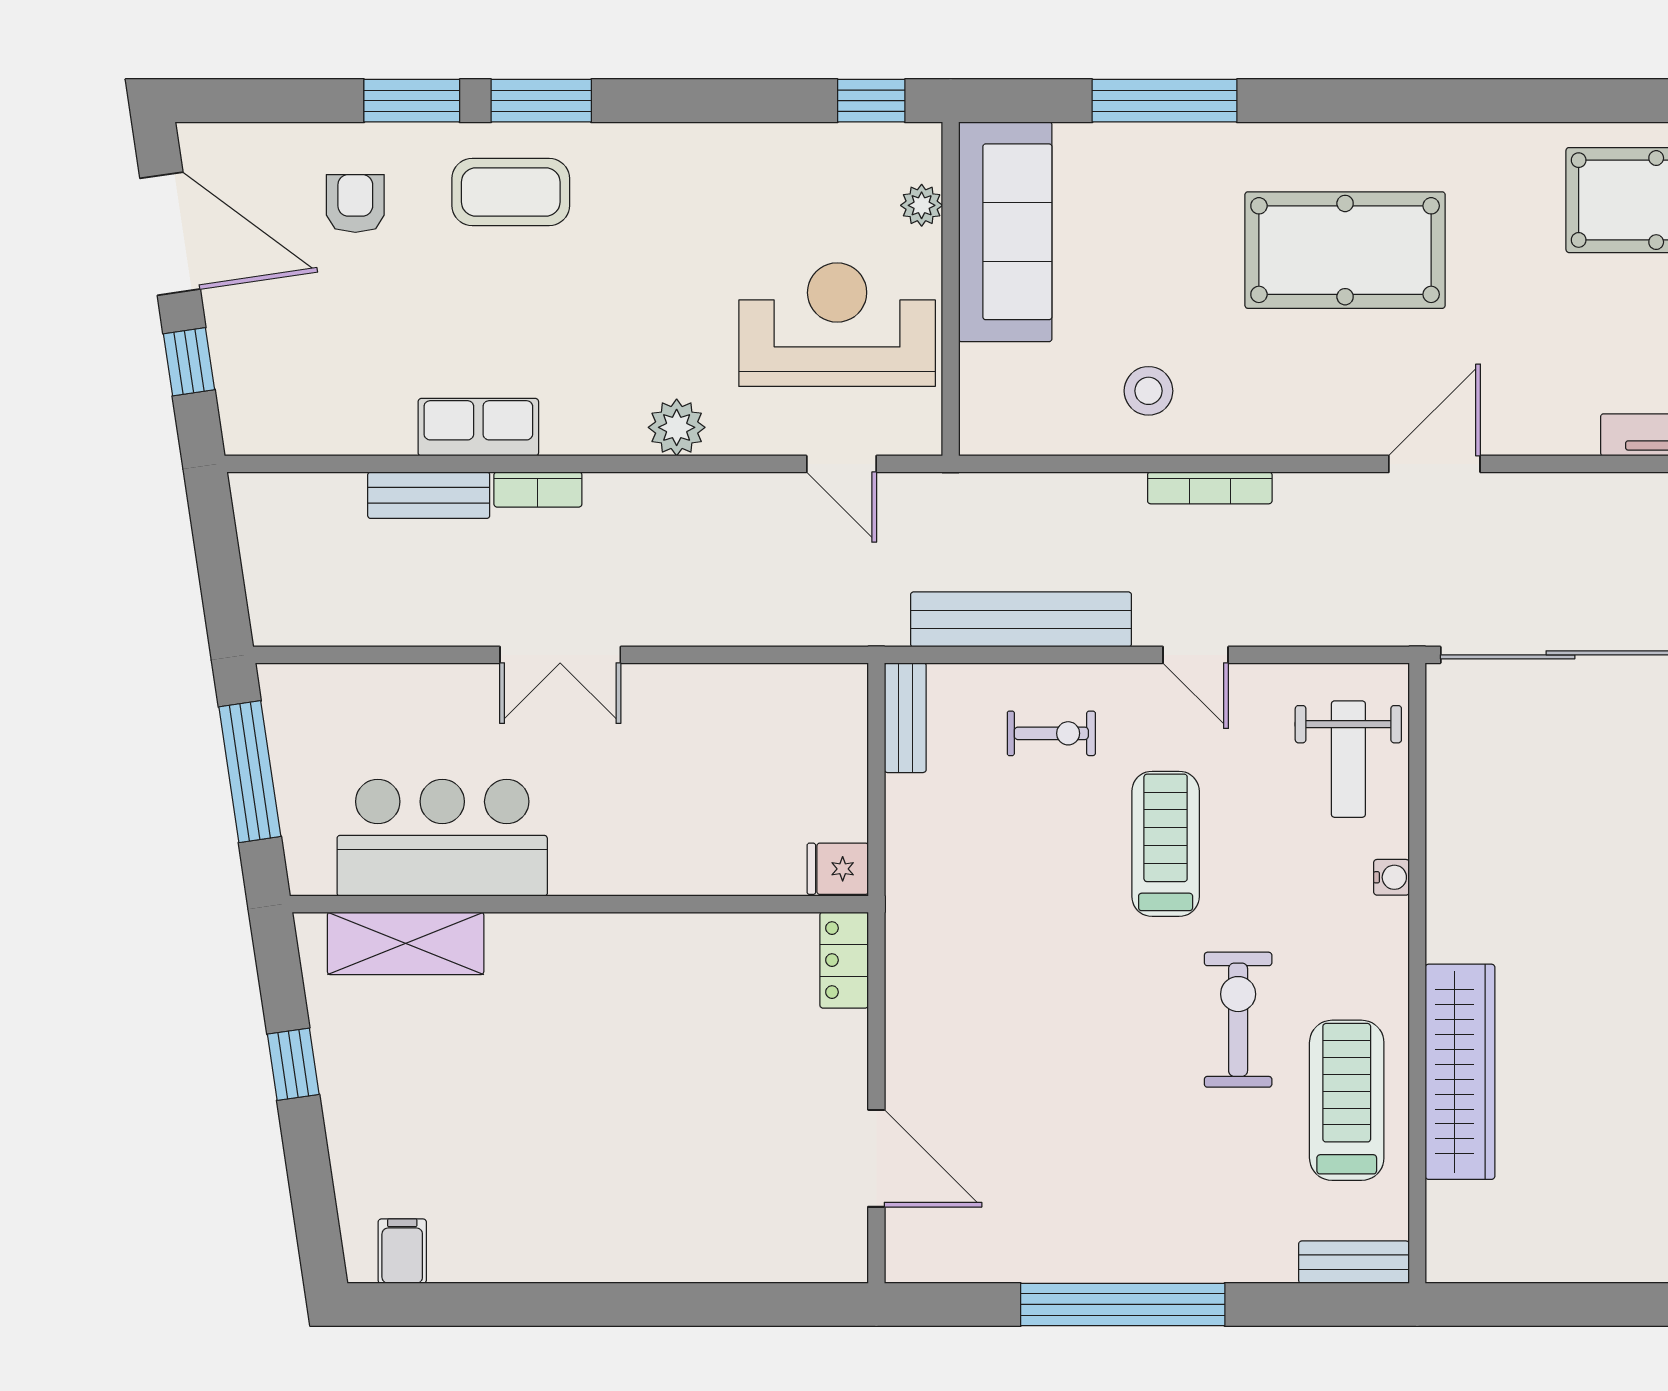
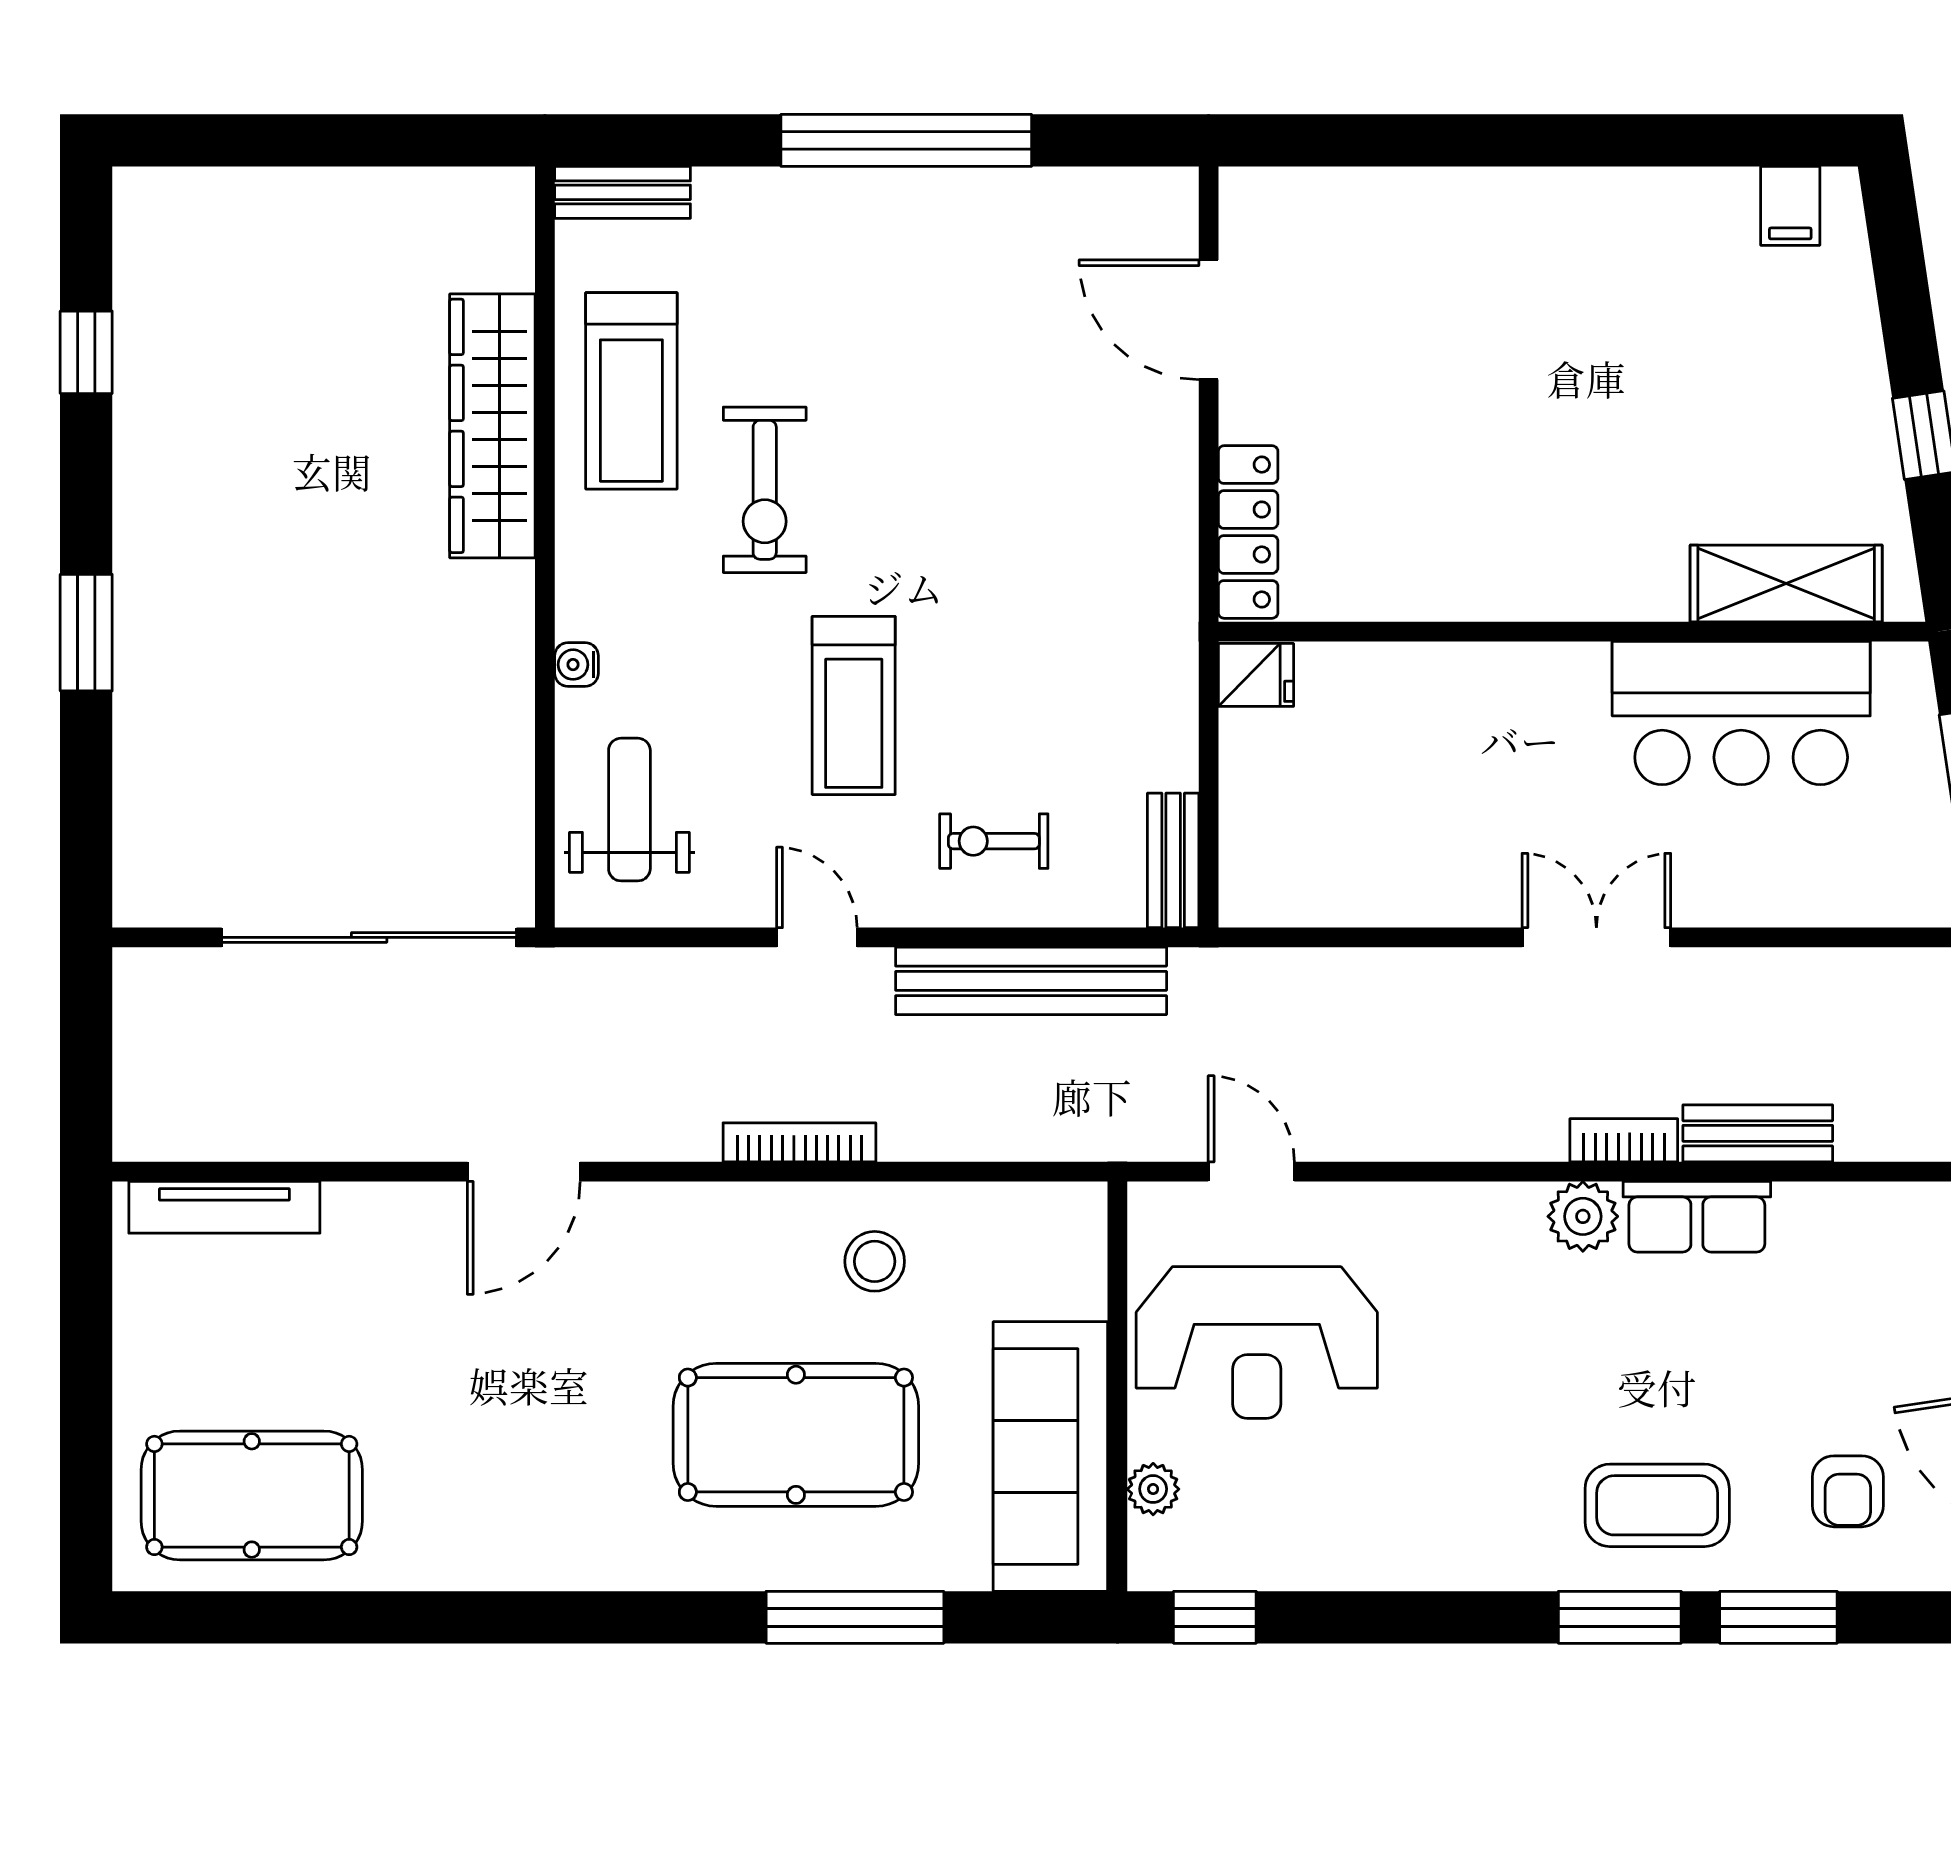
pool table: (1345, 250) -> (796, 1435), moved
plant: (677, 427) -> (1583, 1216), moved
locker: (844, 960) -> (1248, 532), width x1.53

